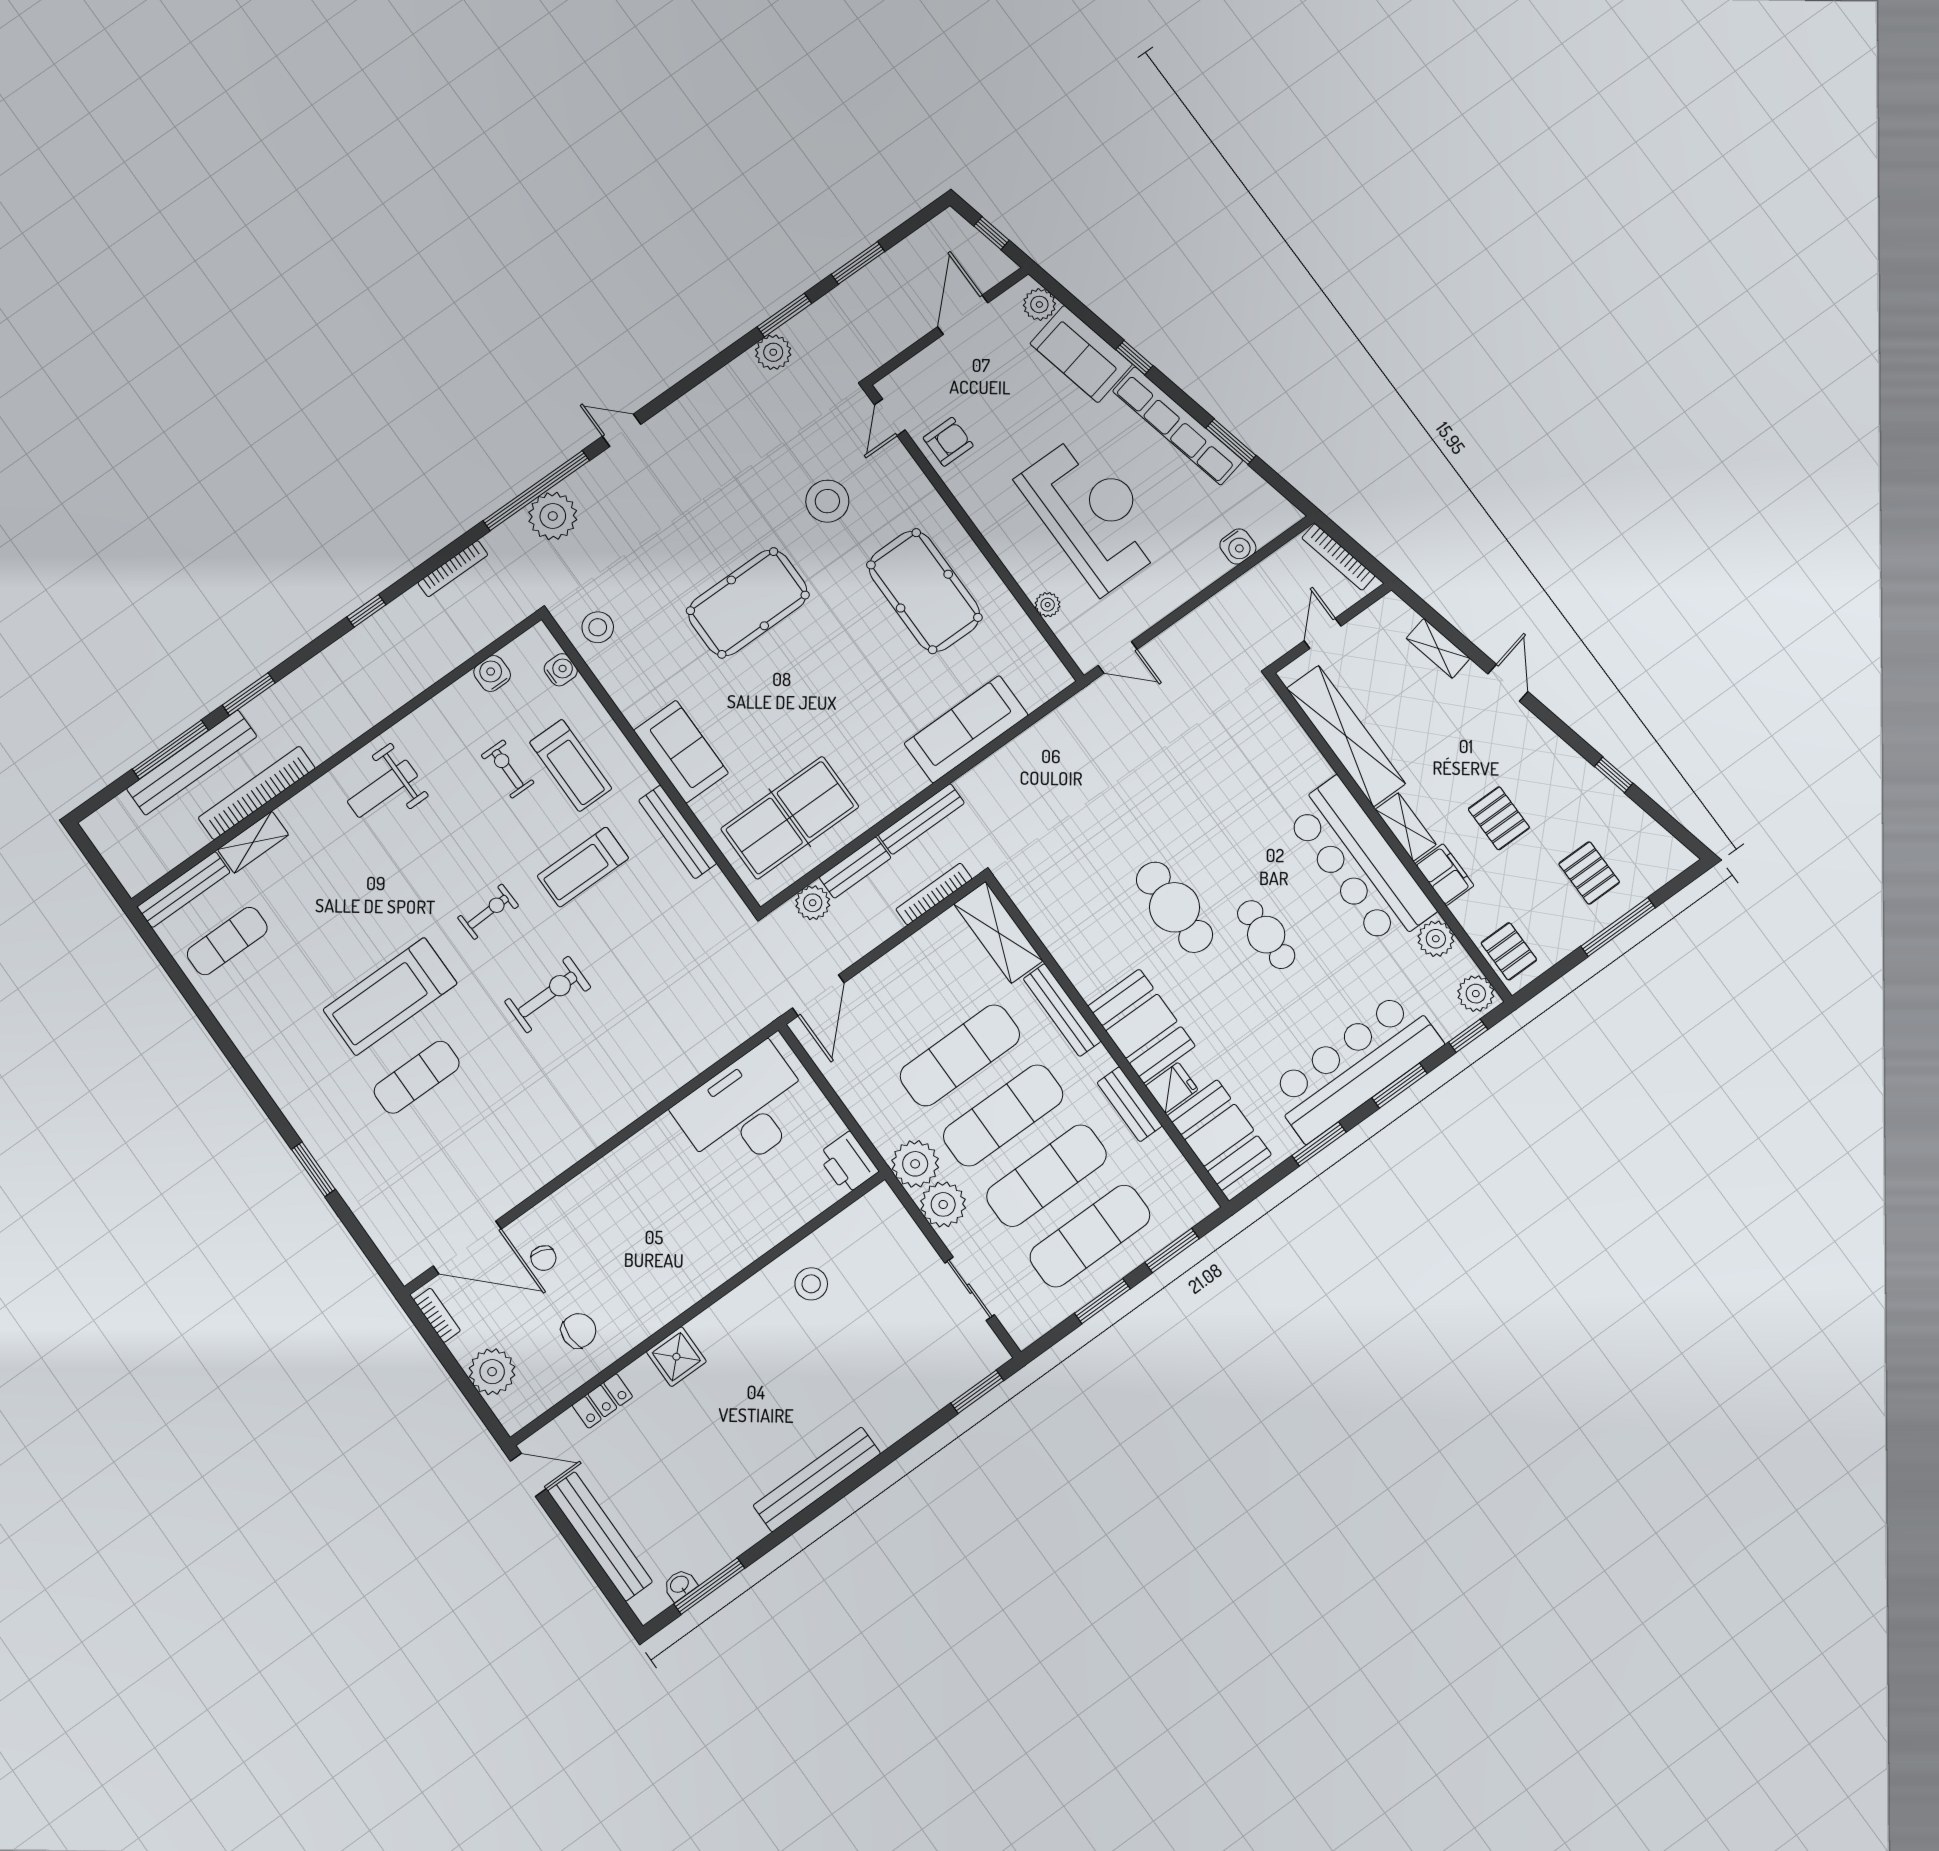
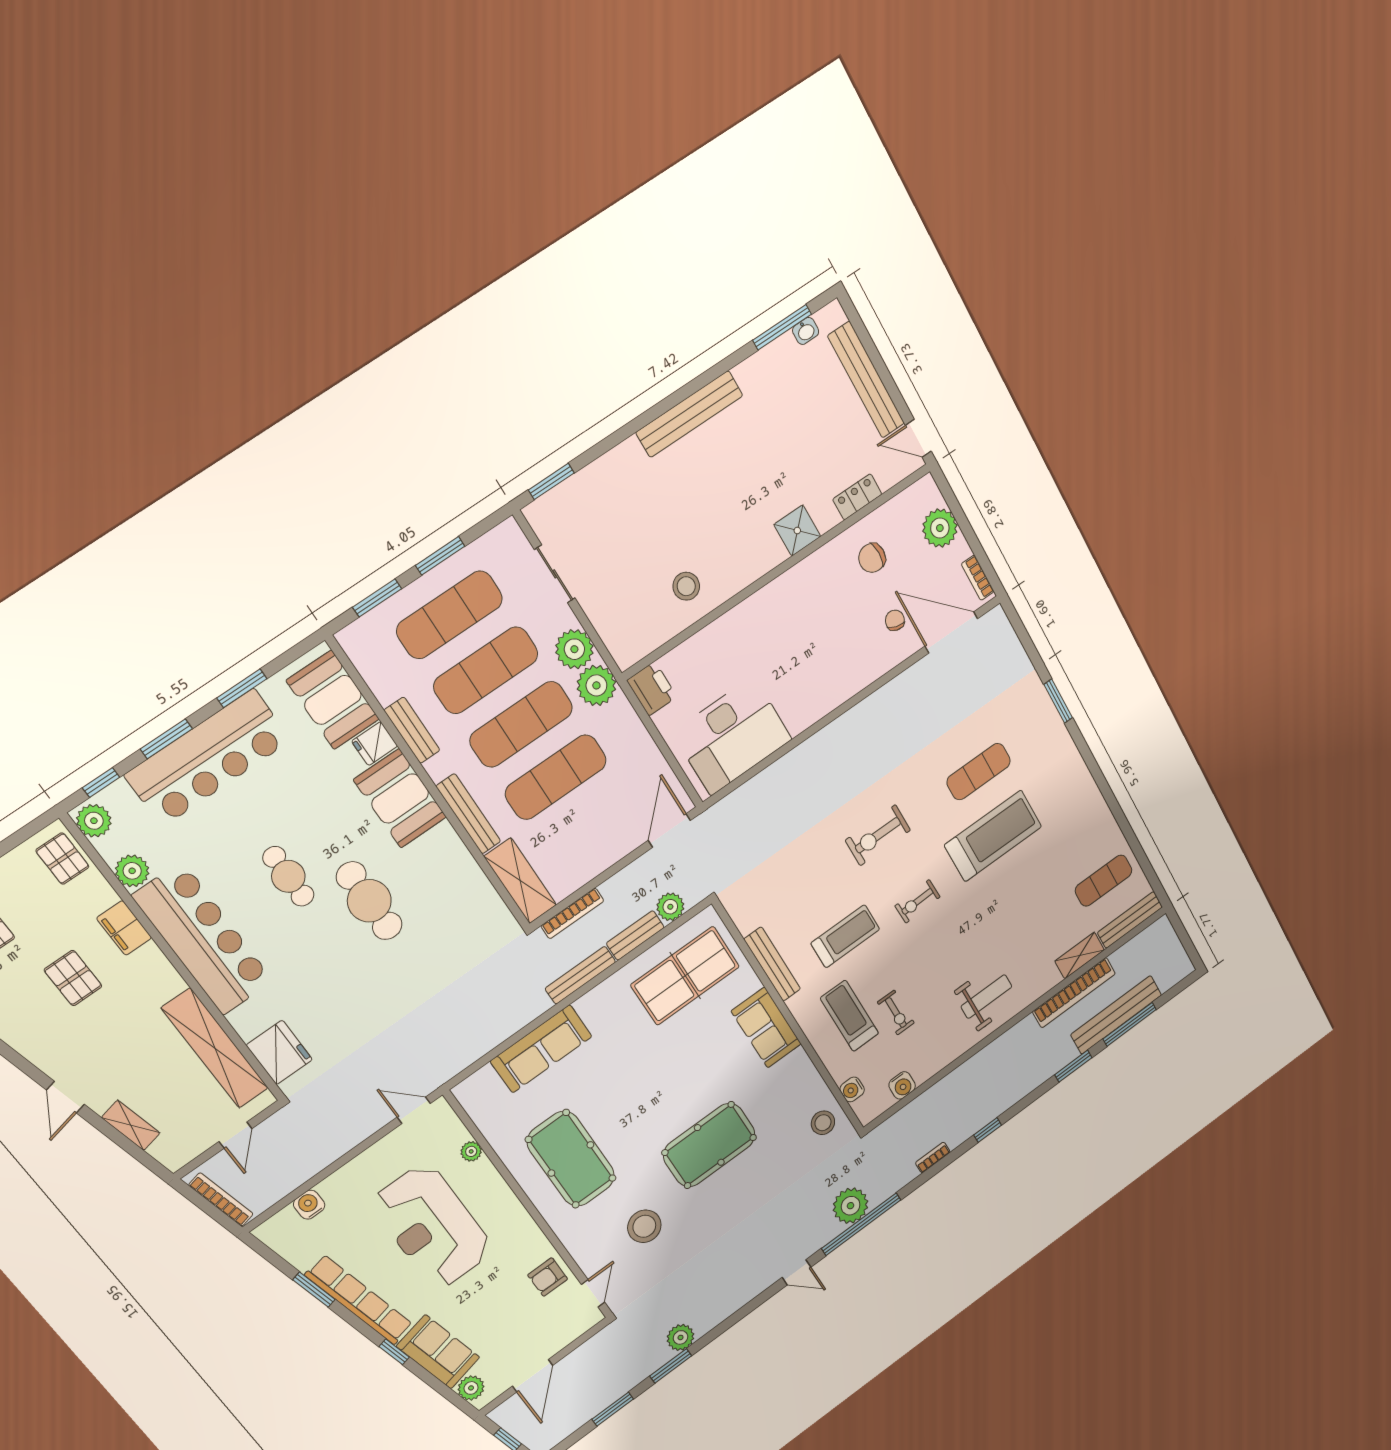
bookcase: (453, 569) -> (933, 1157), width x0.64
fridge: (1274, 730) -> (279, 1052), added
shelving: (1406, 827) -> (160, 970), removed

